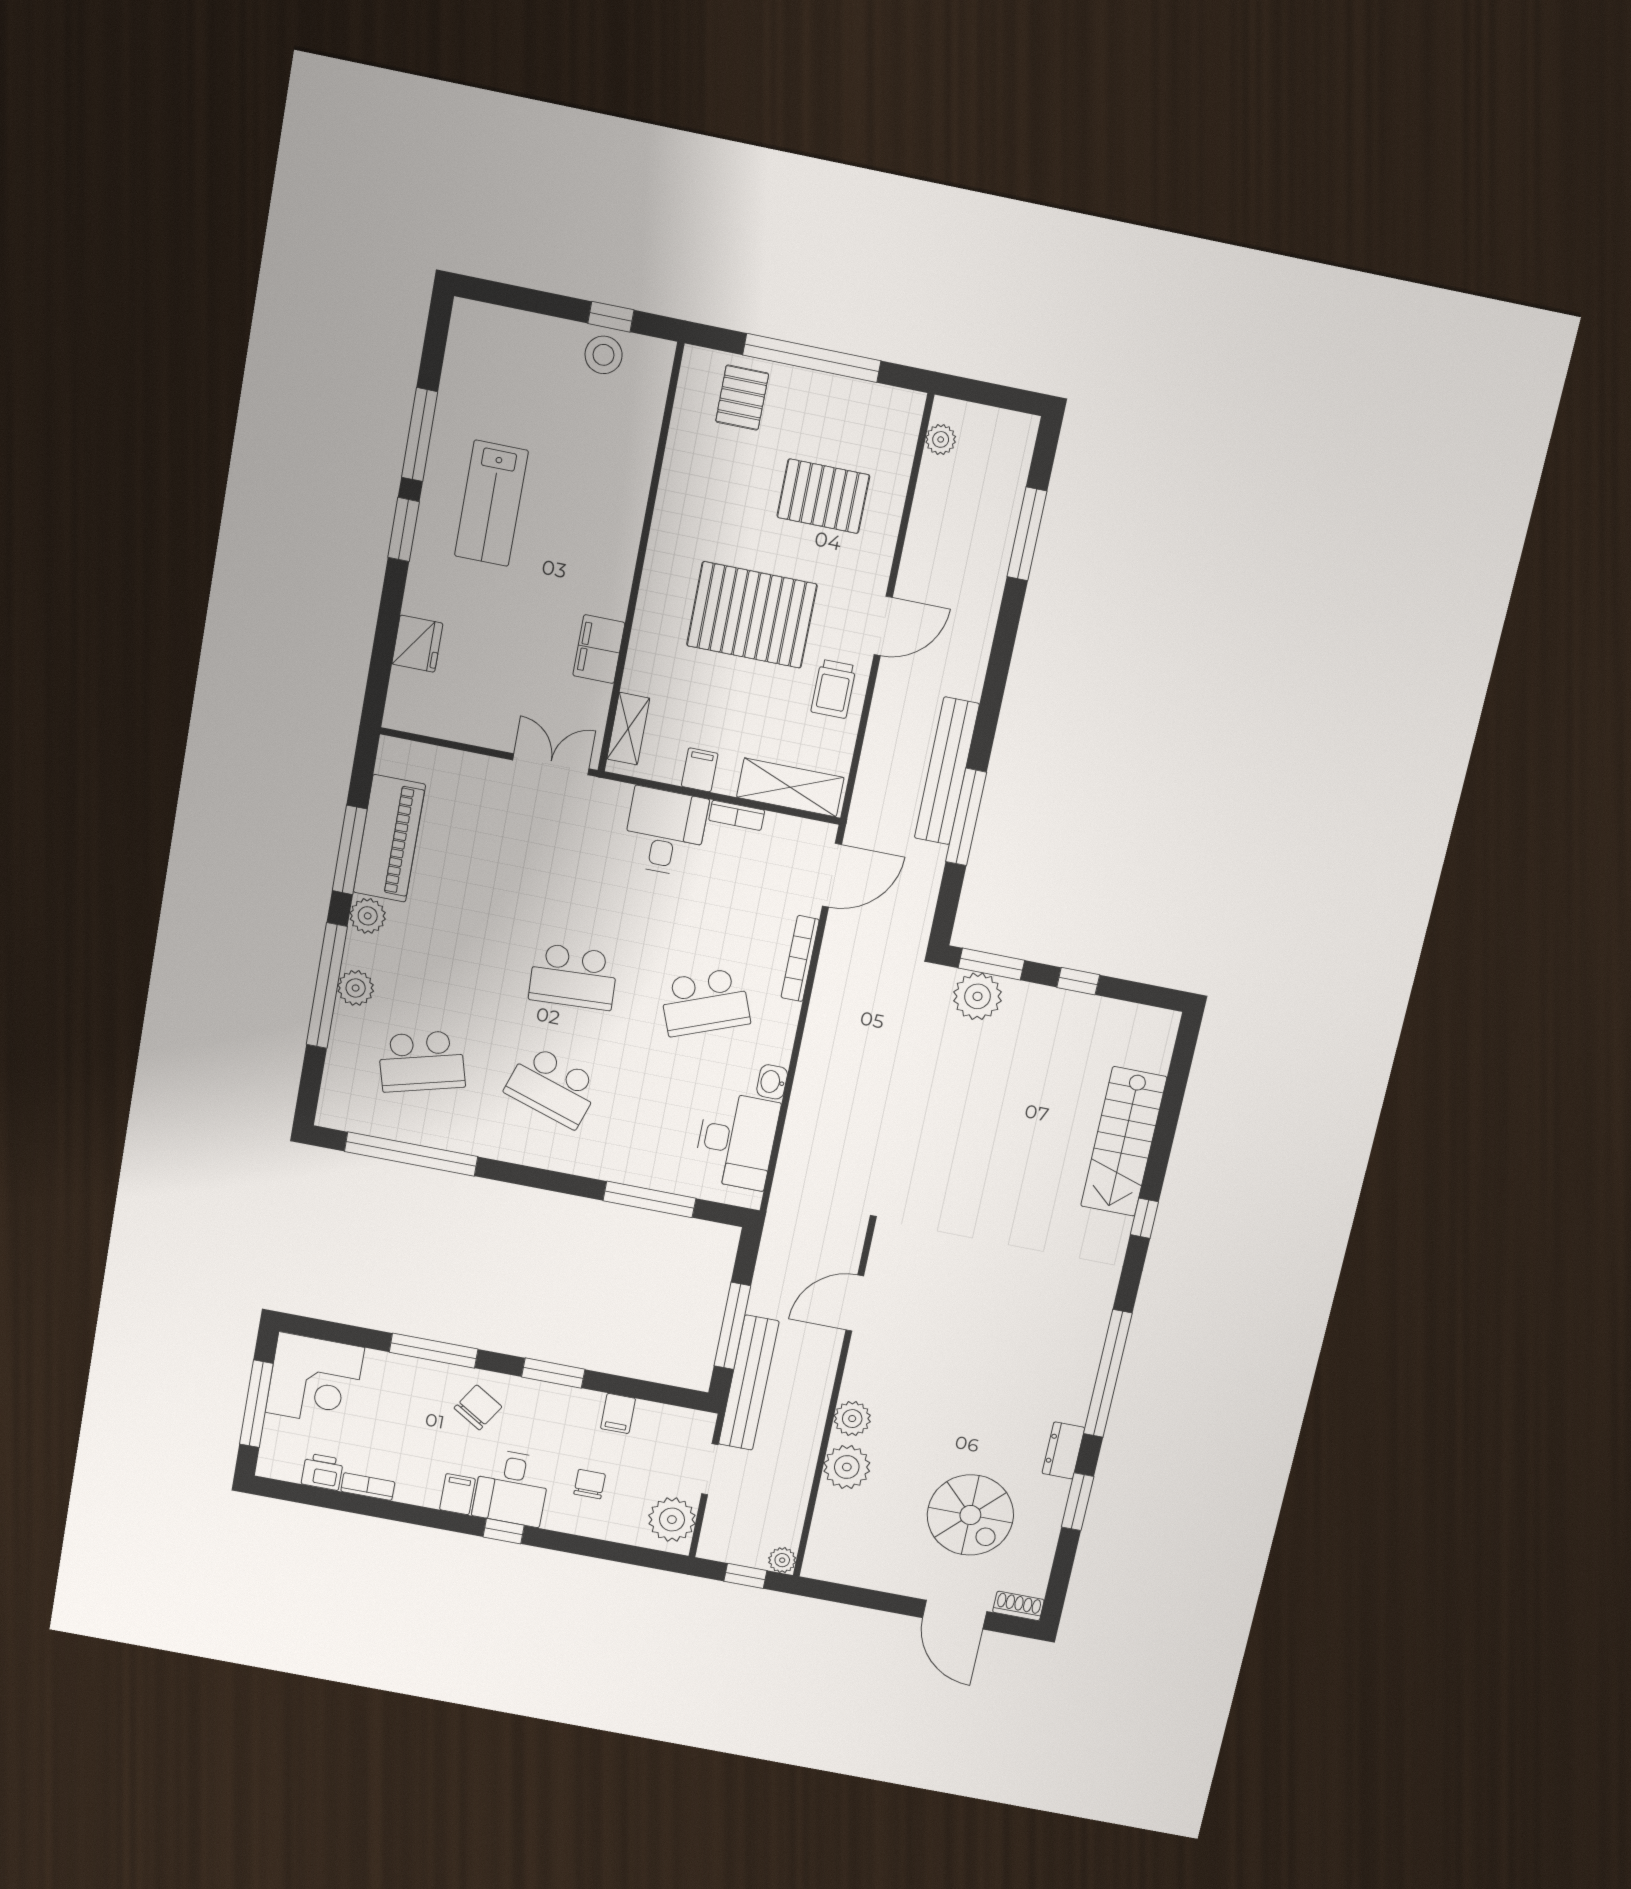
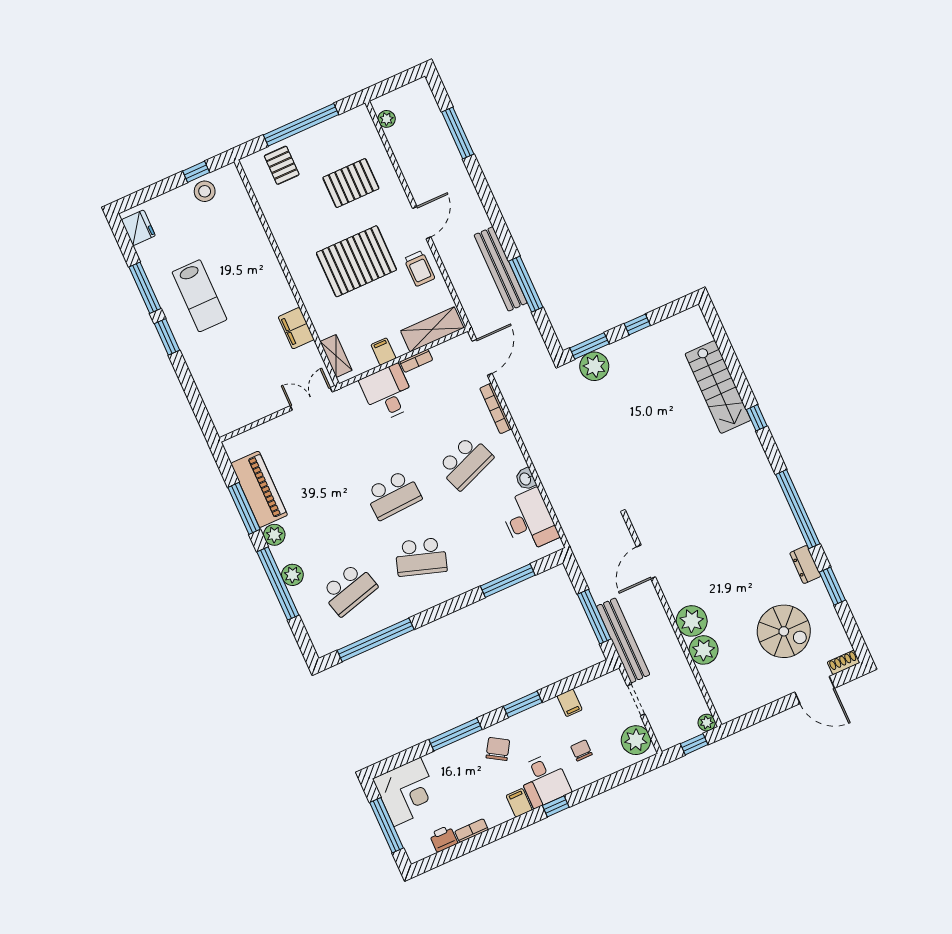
fridge: (417, 644) -> (138, 228), moved
plant: (852, 1419) -> (692, 621), width x1.36, depth x1.36

